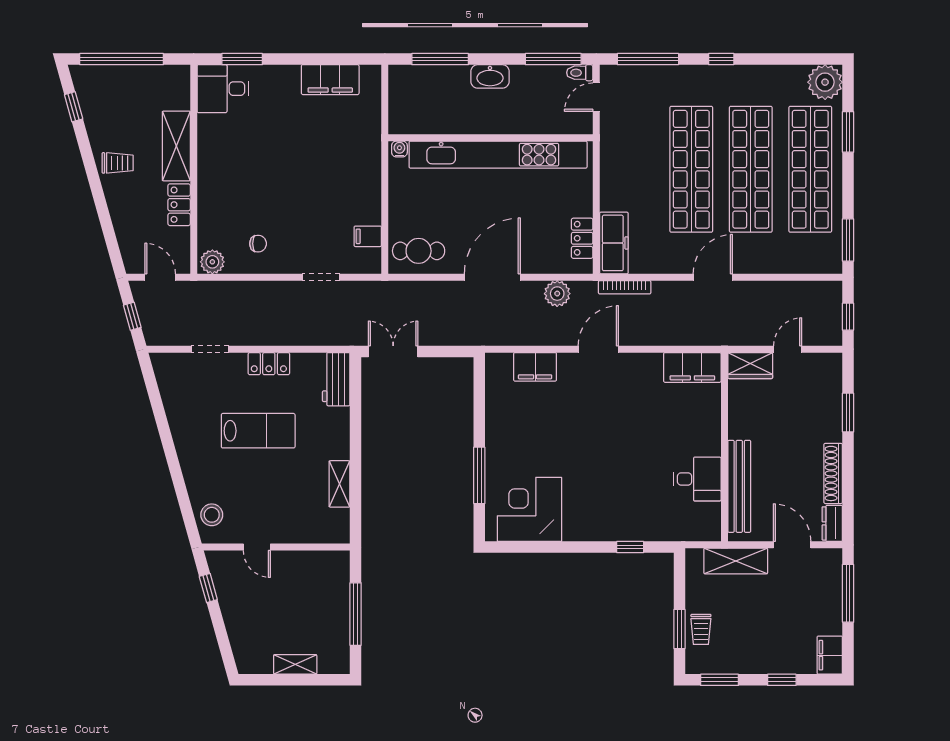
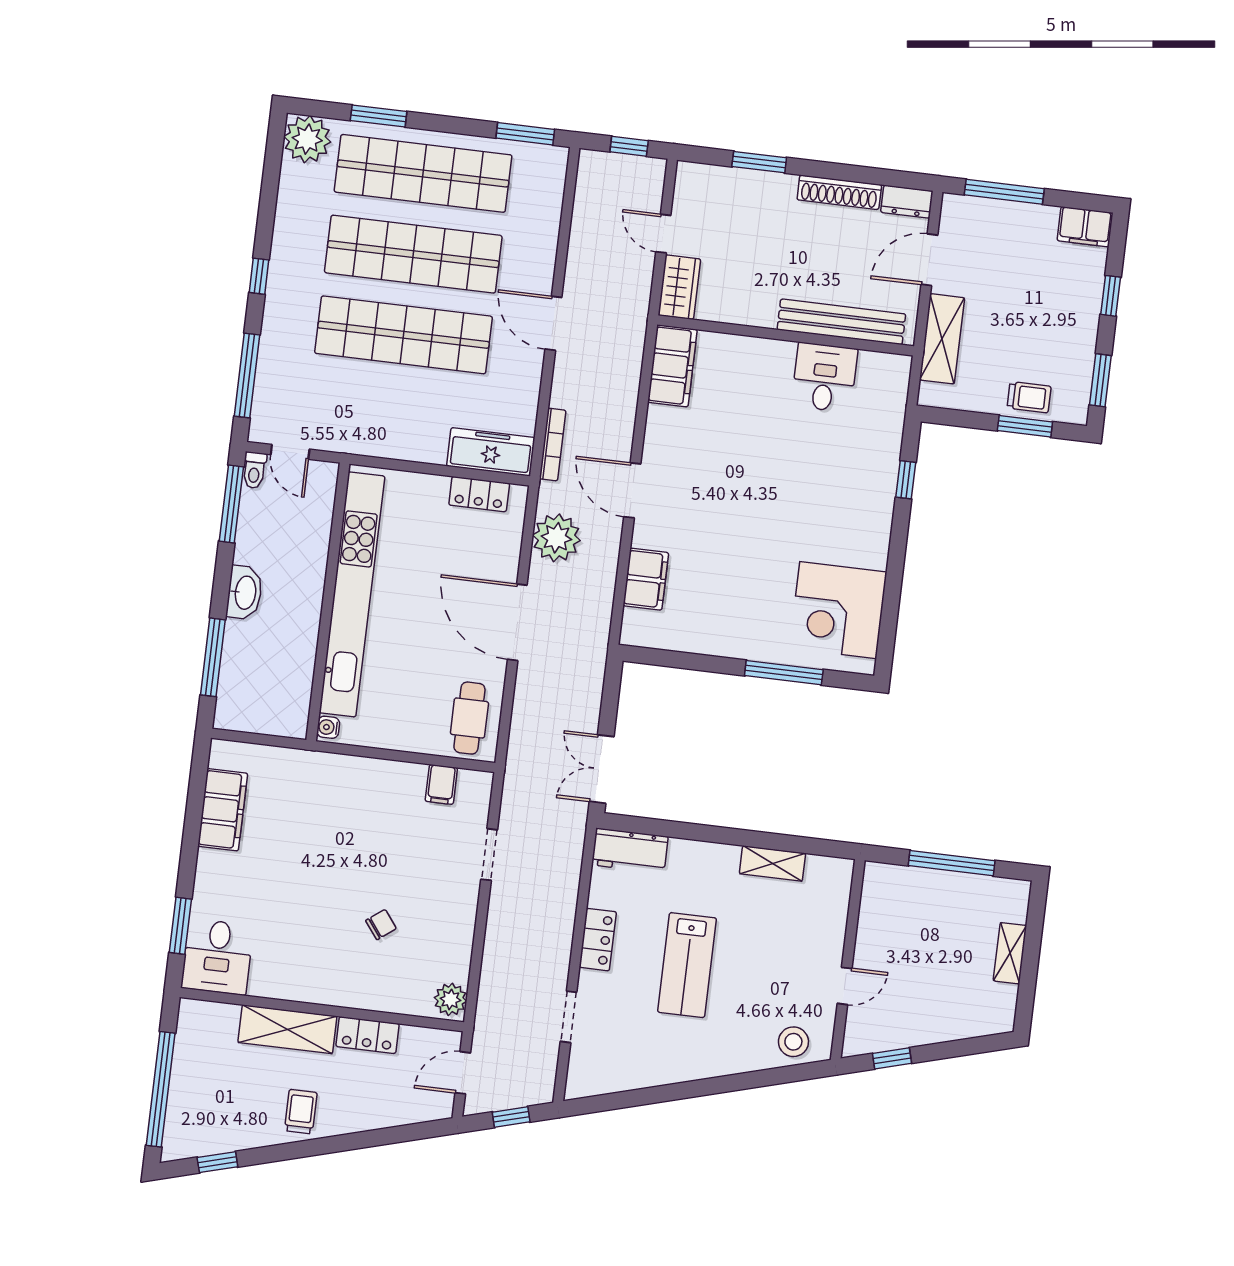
chair: (258, 244) -> (381, 925), moved, turned 53
plant: (557, 294) -> (556, 538), width x1.36, depth x1.36
lab bench: (258, 431) -> (687, 965), turned 180

